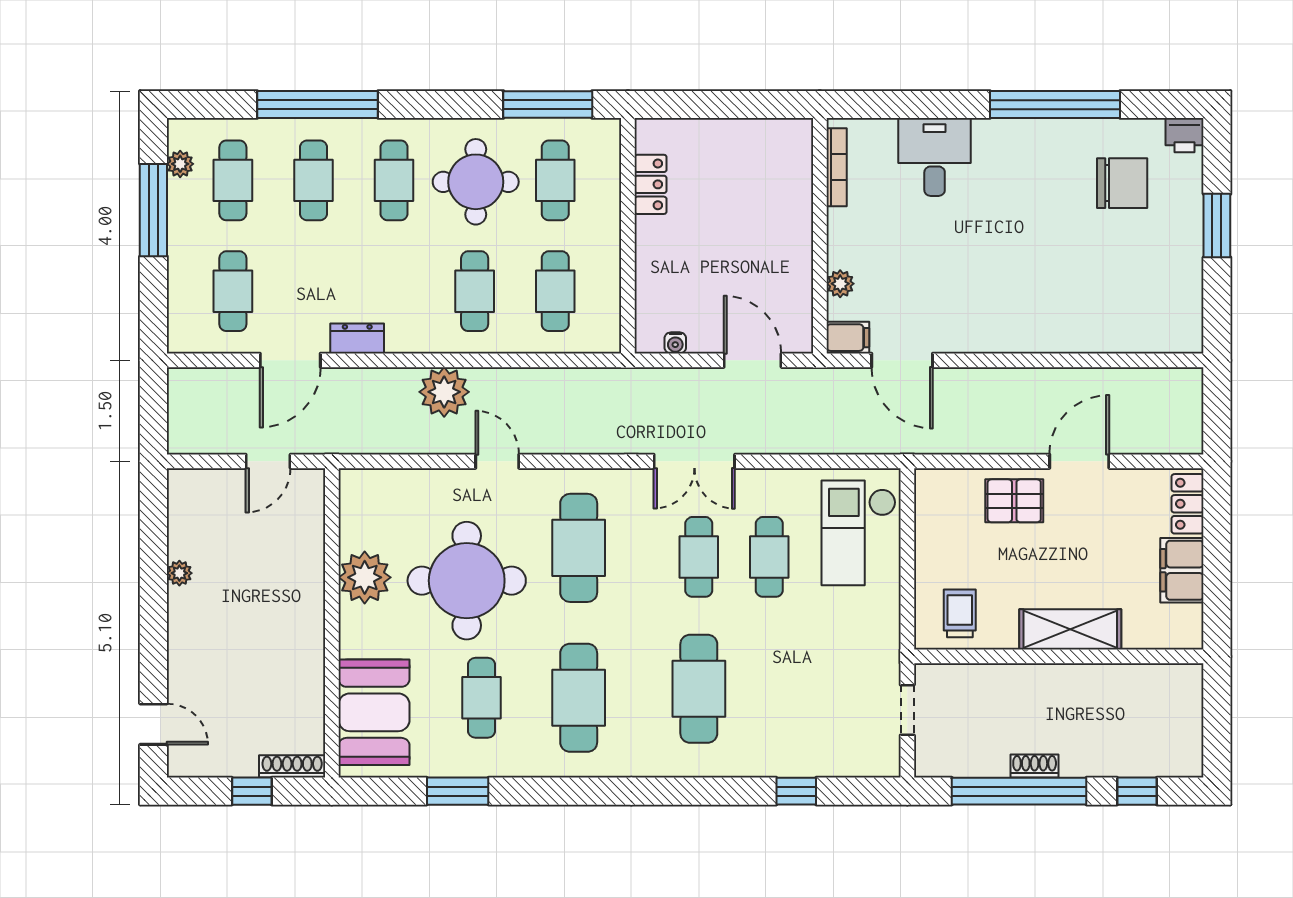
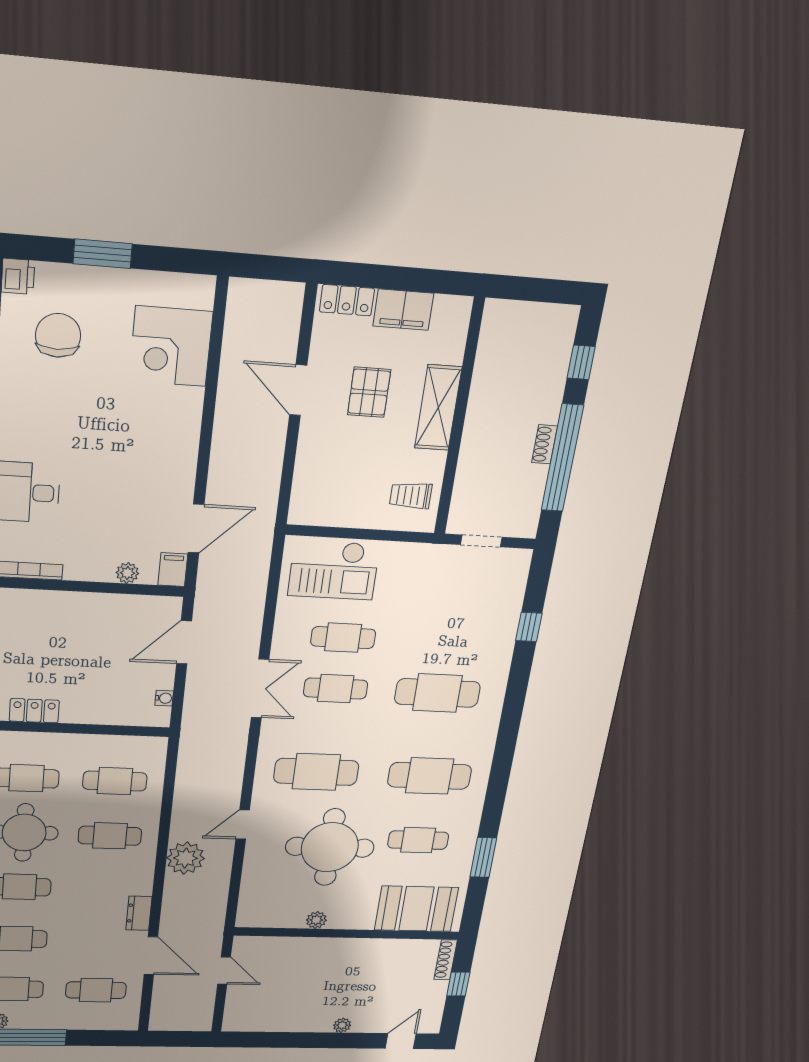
corner desk: (1119, 310) -> (171, 346), added
pallet: (1014, 501) -> (369, 392), moved
plant: (179, 573) -> (342, 1025), moved
plant: (365, 577) -> (316, 920), width x0.53, depth x0.53

